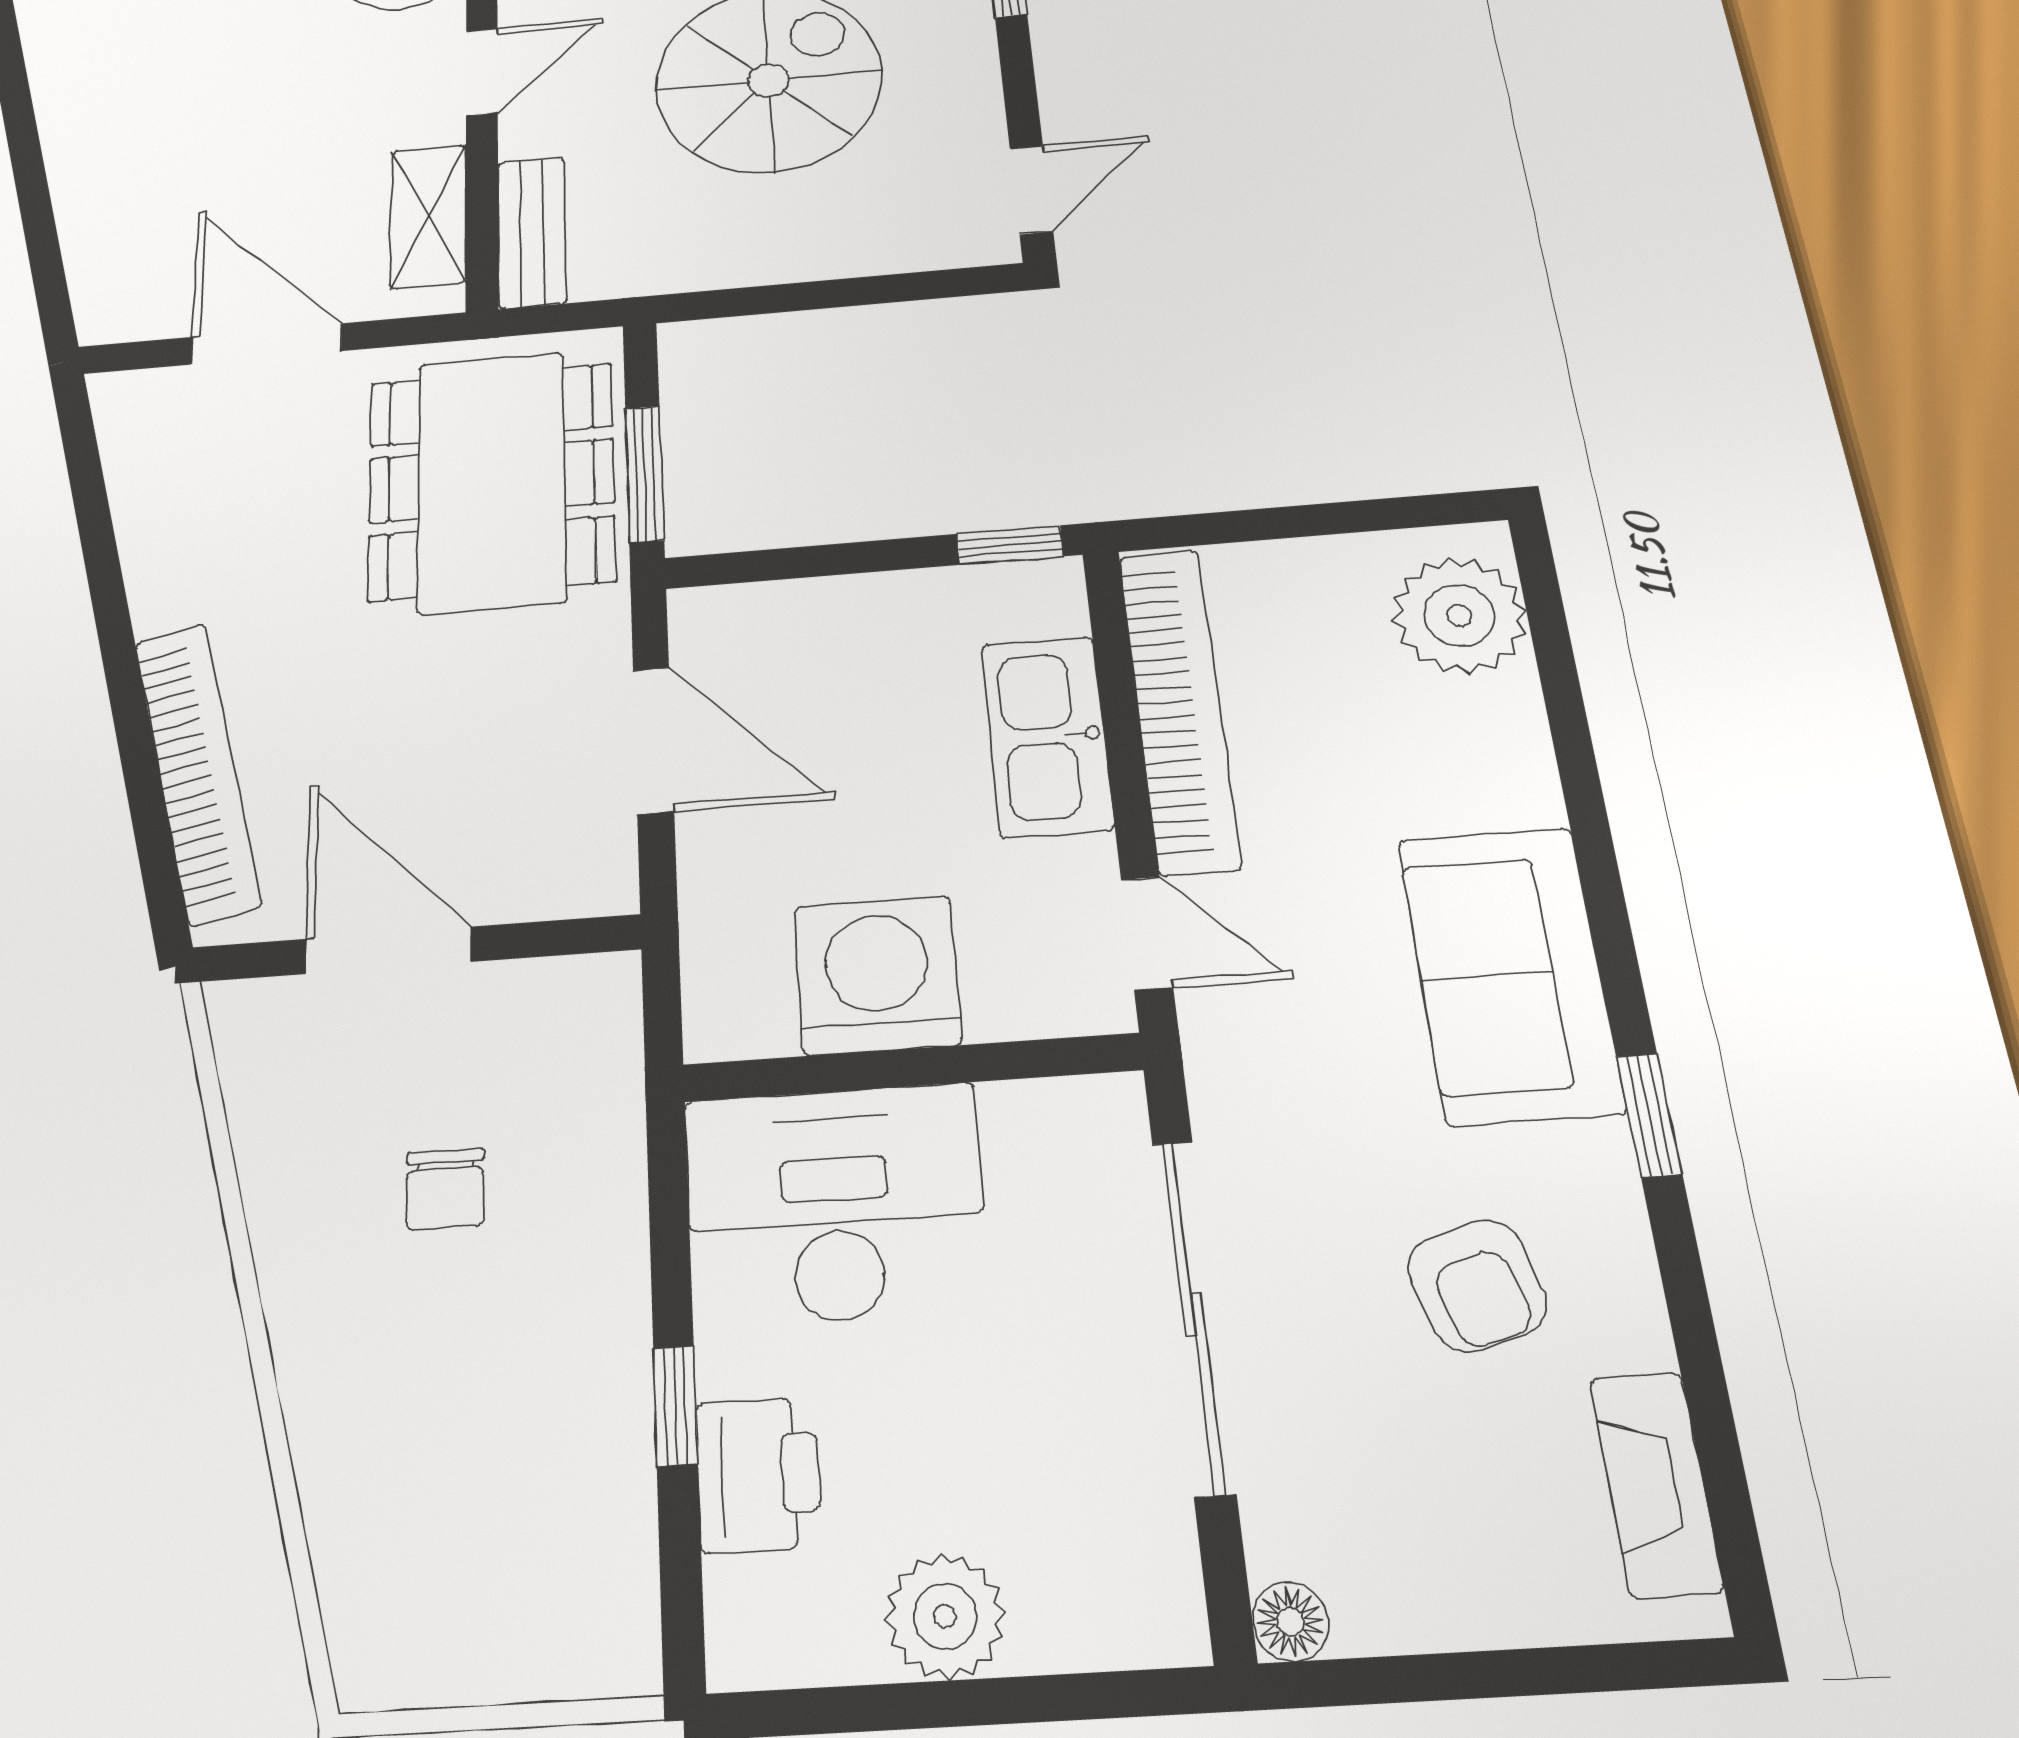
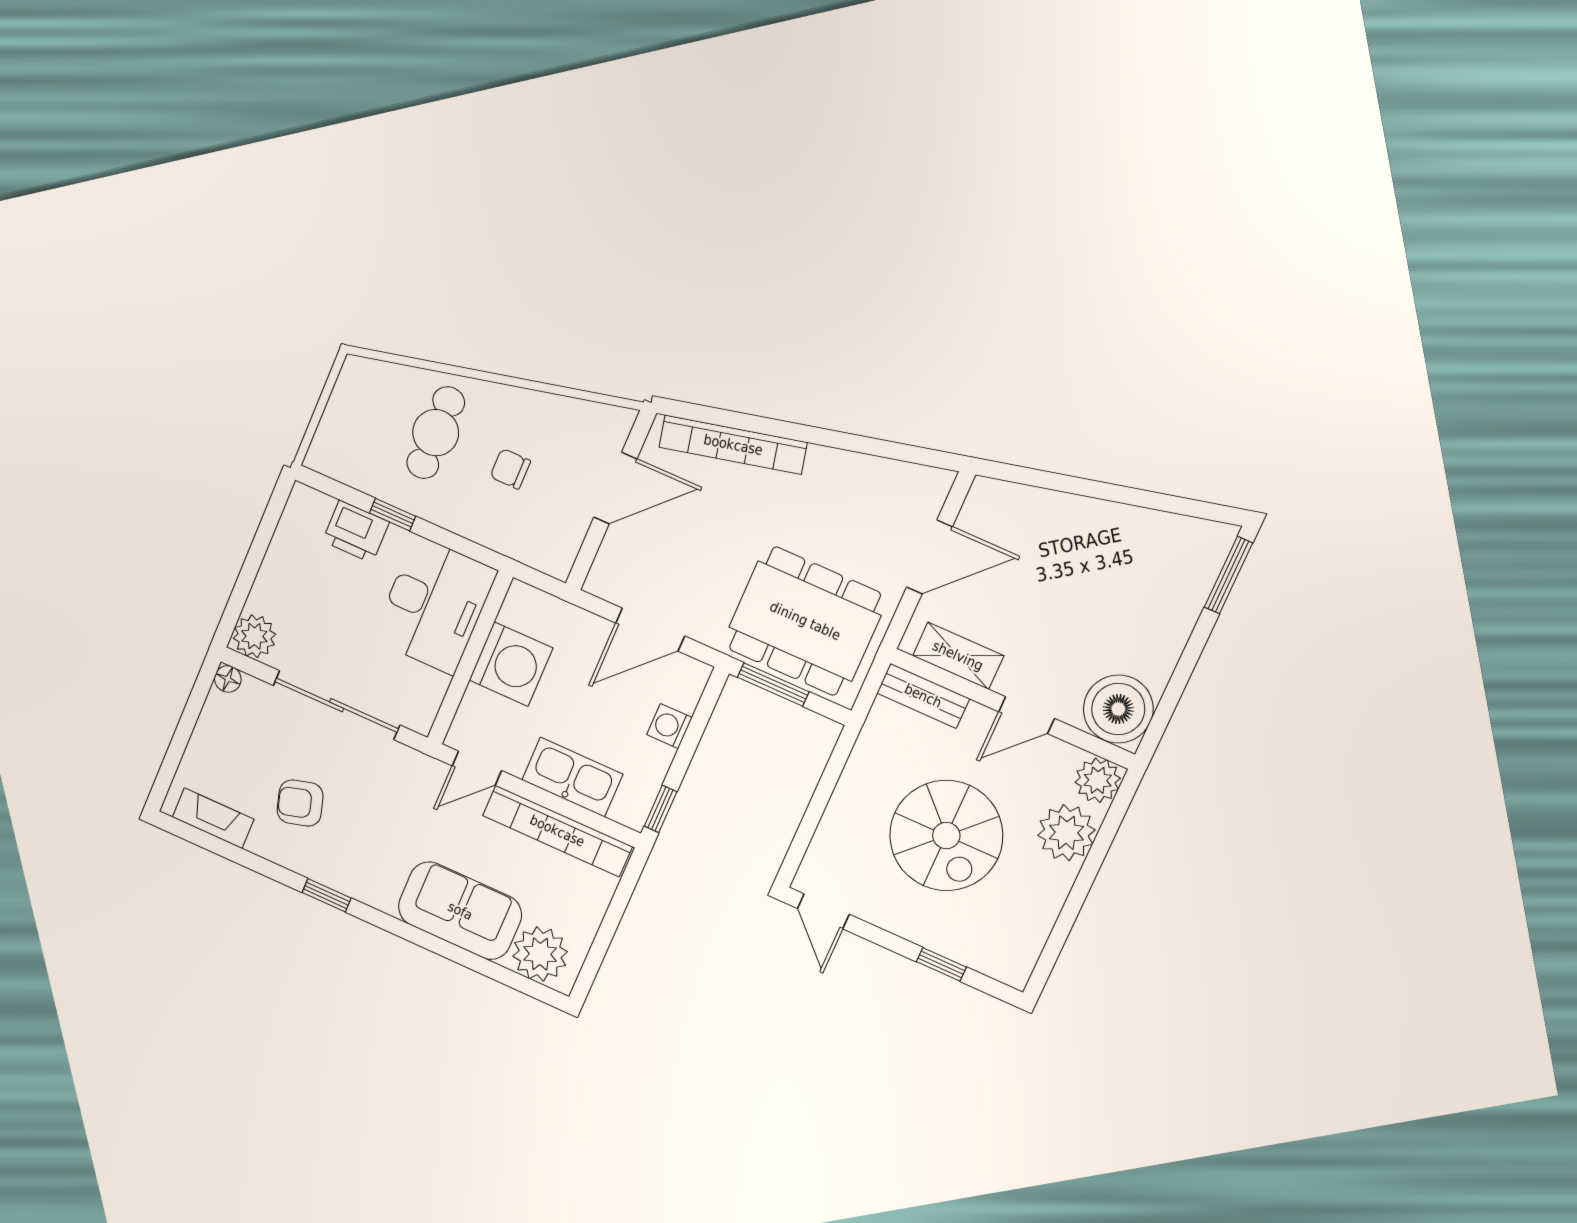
door: (482, 72) -> (1027, 715), hinge flipped
washing machine: (832, 610) -> (669, 726), added
sofa: (1510, 974) -> (460, 911), moved
cafe table: (437, 1398) -> (436, 433), added
plant: (945, 1616) -> (254, 636), moved

